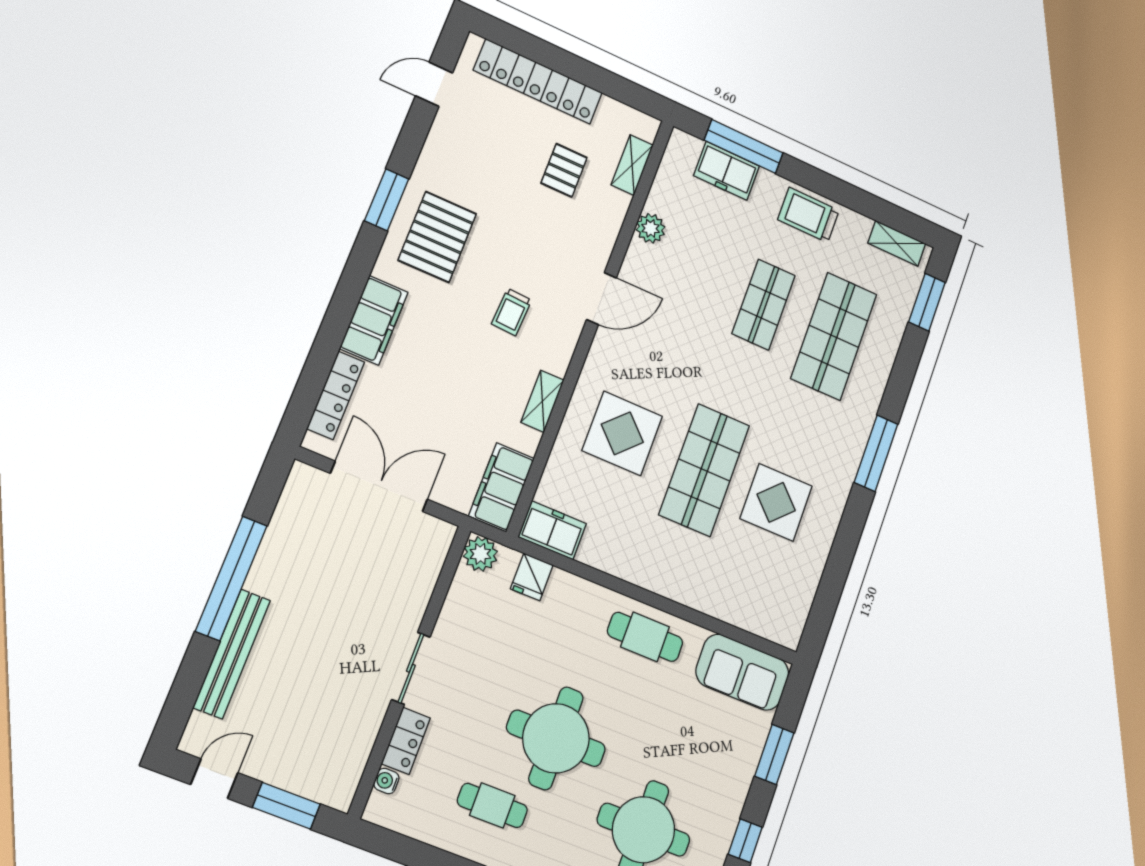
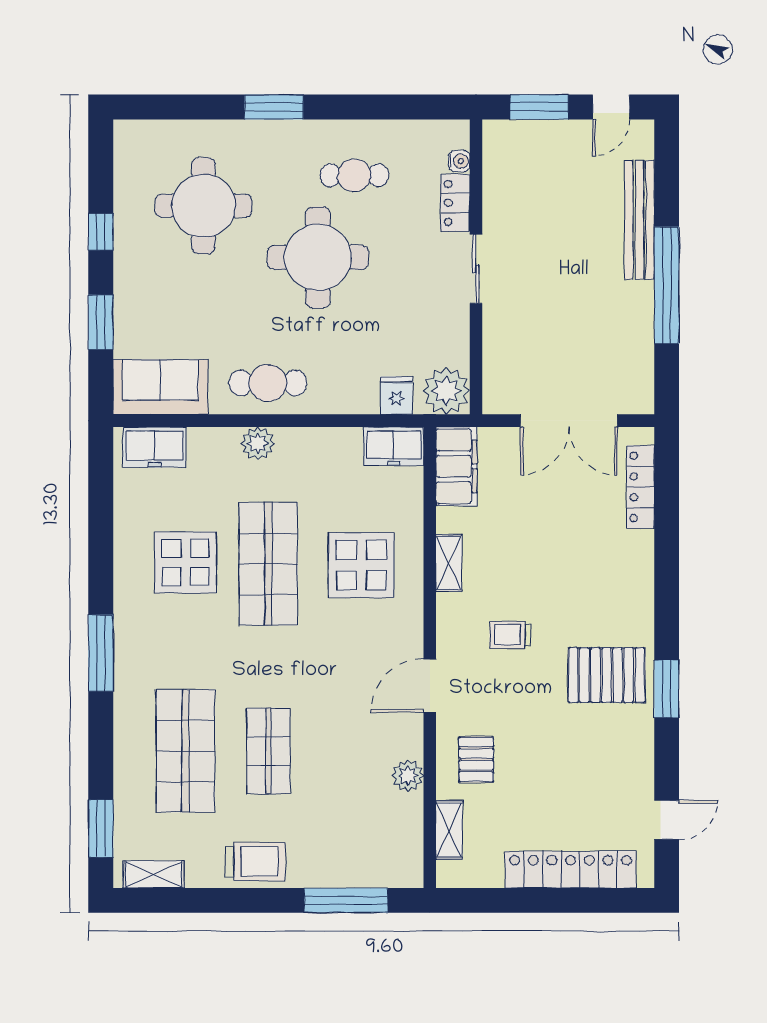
pallet: (564, 170) -> (476, 759), moved
freezer: (727, 171) -> (154, 447), moved, turned 180
pallet: (437, 237) -> (607, 675), turned 90
trolley: (512, 312) -> (510, 635), turned -93
filing cabinet: (374, 320) -> (634, 571), removed
plant: (480, 554) -> (446, 391), width x1.36, depth x1.36
plant: (674, 584) -> (258, 443), added

